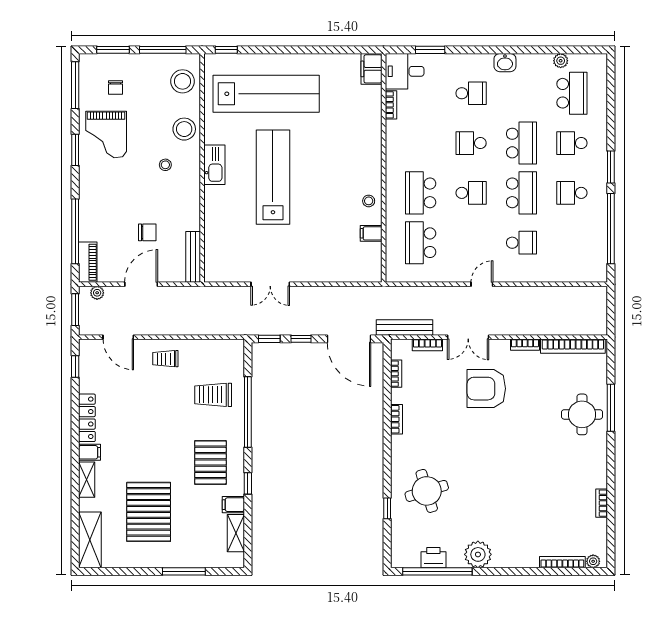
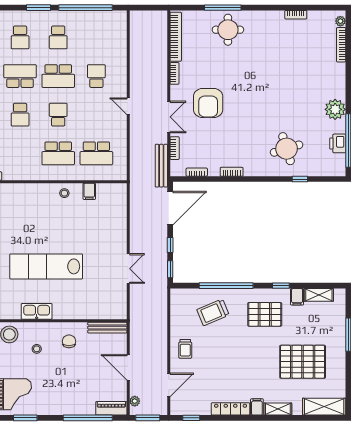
school desk: (521, 193) -> (58, 76), turned 180
chair: (147, 232) -> (69, 341), moved
trolley: (213, 395) -> (213, 312), turned 67

